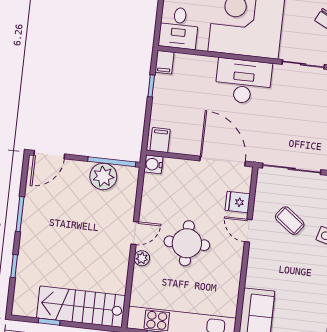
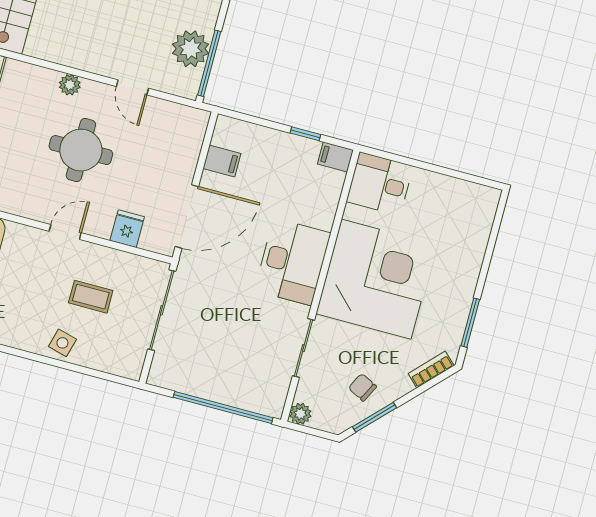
filing cabinet: (160, 140) -> (222, 161), moved
water cooler: (153, 164) -> (197, 120), removed
coffee table: (290, 221) -> (91, 297), turned 53
door: (248, 231) -> (65, 232), moved
door: (135, 233) -> (132, 87), moved

